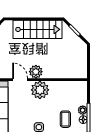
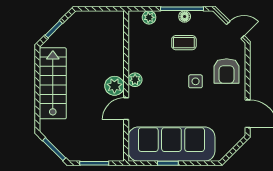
plant: (40, 90) -> (135, 80), width x0.53, depth x0.53
plant: (83, 110) -> (149, 17), moved

